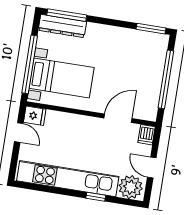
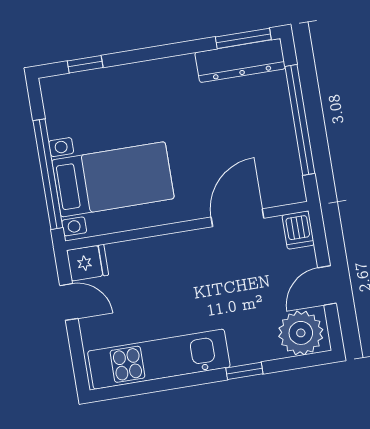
window: (67, 15) -> (85, 64), width x0.46
dresser: (62, 26) -> (240, 61), moved
door: (152, 168) -> (327, 285), hinge flipped
kitchen unit: (68, 179) -> (159, 359), width x0.73

